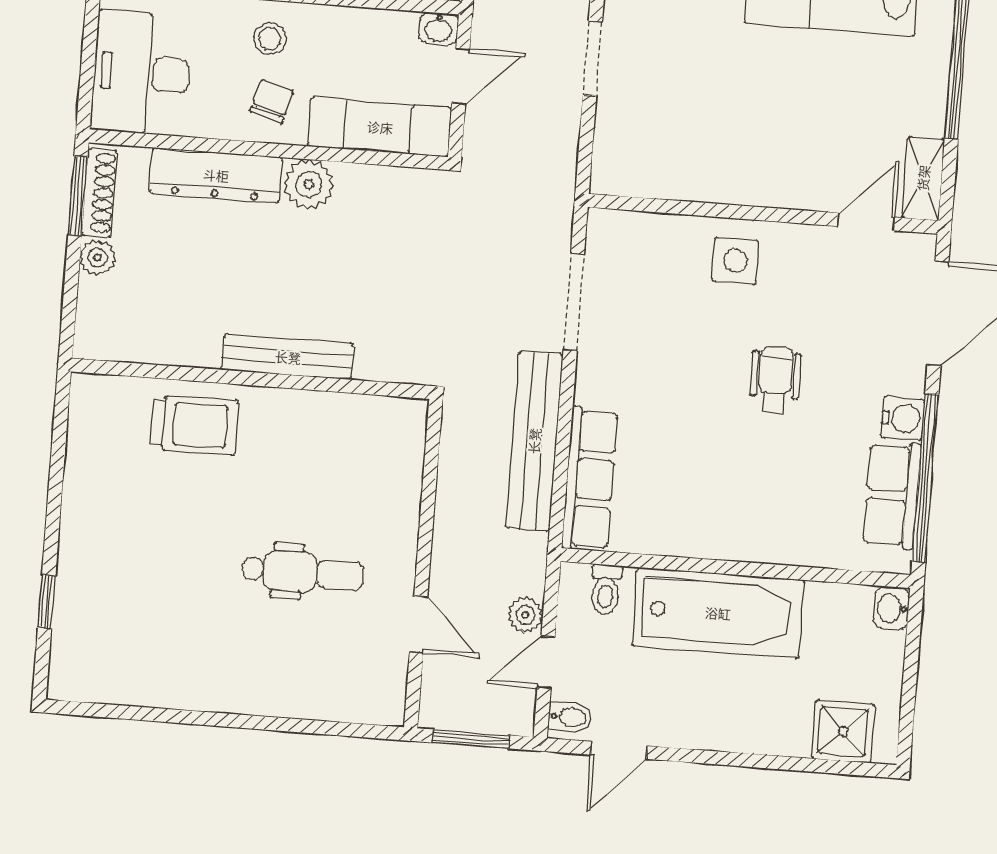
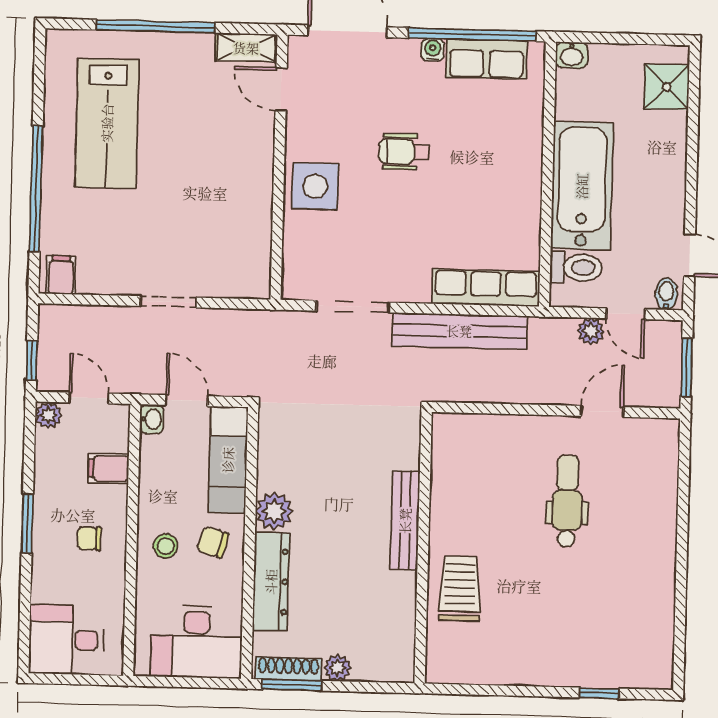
side table: (735, 261) -> (315, 186), width x1.37, depth x1.37
water cooler: (903, 419) -> (433, 50), width x0.72, depth x0.72
toilet: (606, 590) -> (576, 267), width x1.37, depth x1.39

